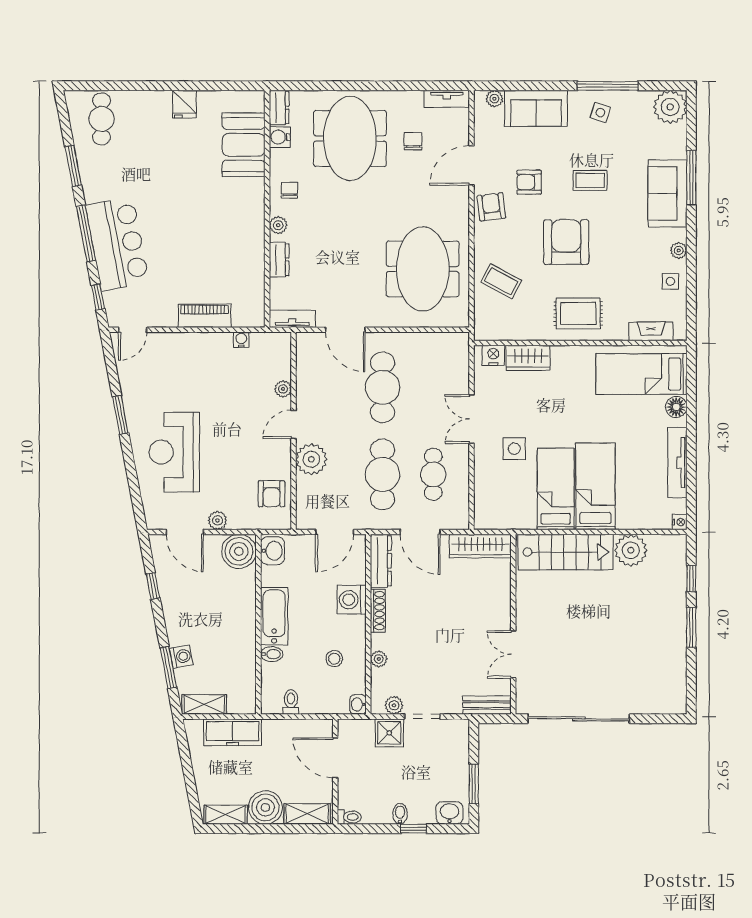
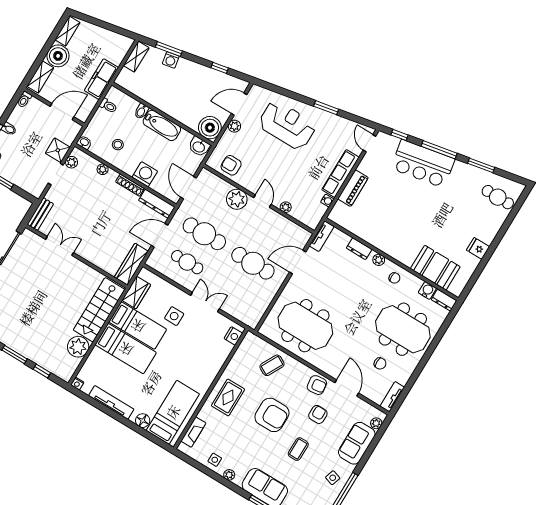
row of seats: (195, 344) -> (341, 174), added
wardrobe: (528, 358) -> (136, 293), moved, turned 180
freezer: (233, 732) -> (101, 79), moved

